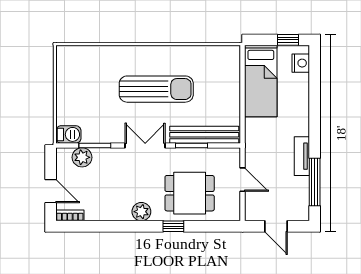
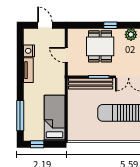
nightstand: (301, 63) -> (29, 51), moved
window: (315, 182) -> (20, 116), moved
dining table: (190, 193) -> (100, 46), turned 90

